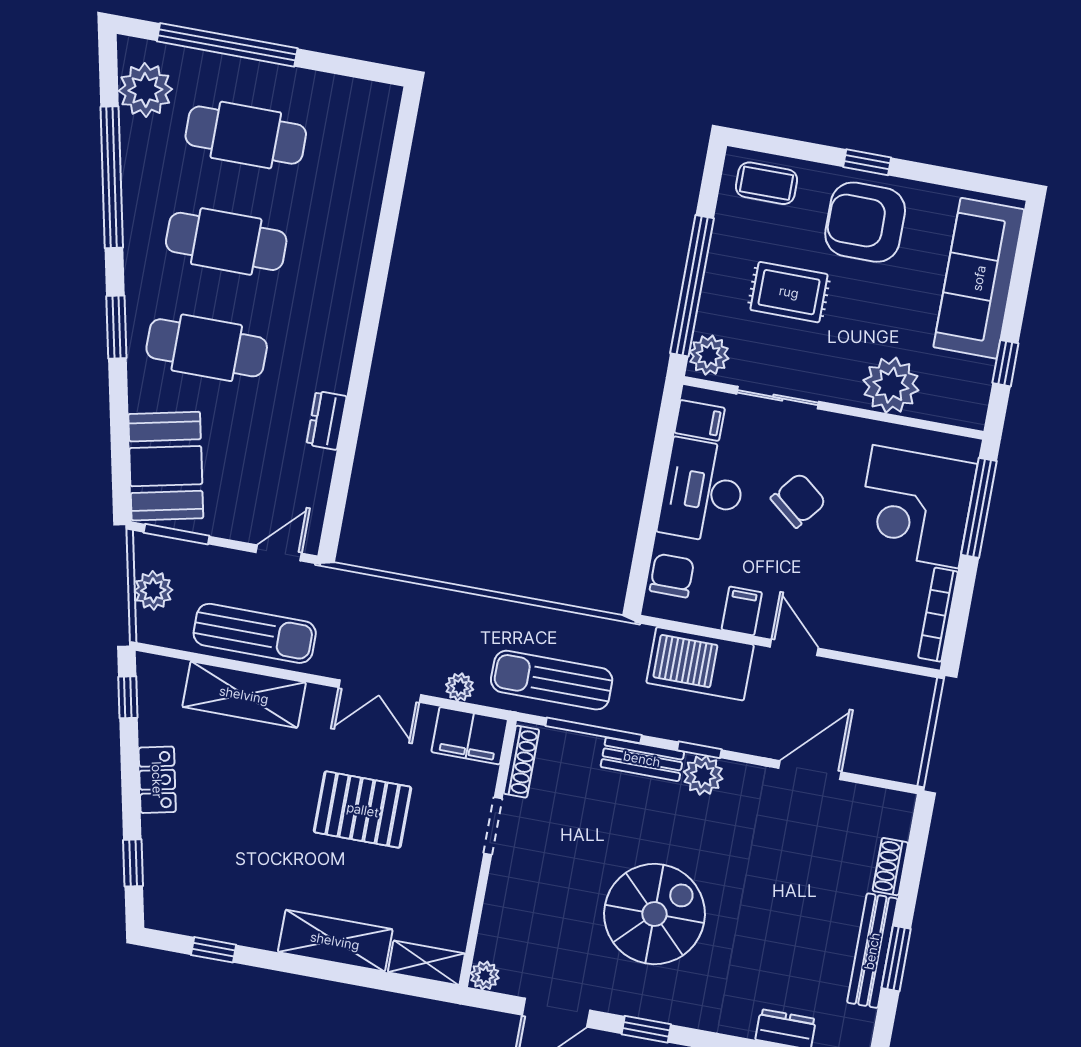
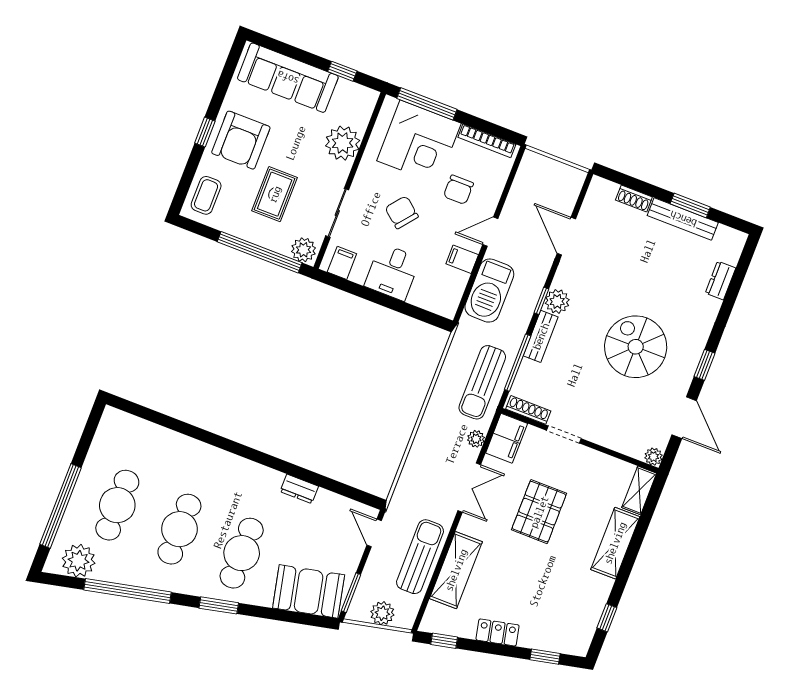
desk: (703, 491) -> (392, 272), width x0.73
chair: (672, 575) -> (458, 190), moved, turned -90

